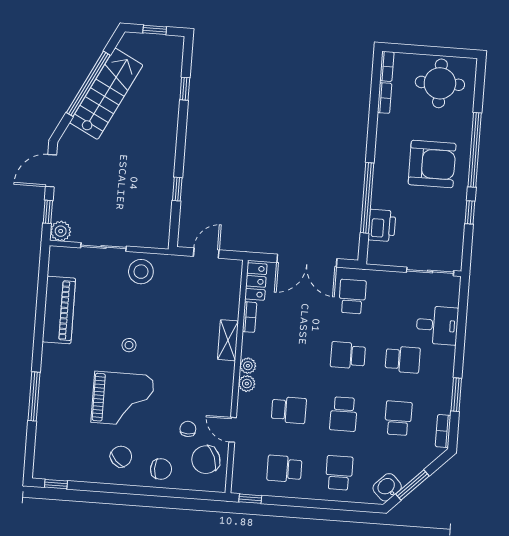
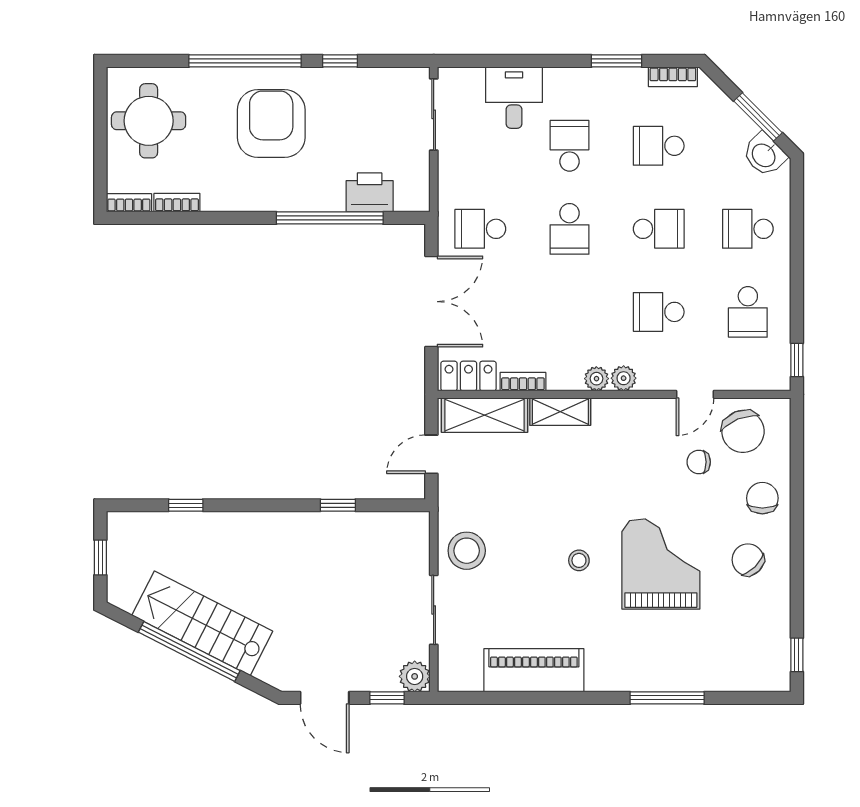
door: (206, 253) -> (431, 454), hinge flipped
shelving: (229, 290) -> (484, 415), added
school desk: (289, 410) -> (659, 312), turned -90

